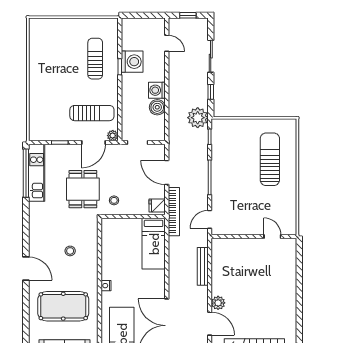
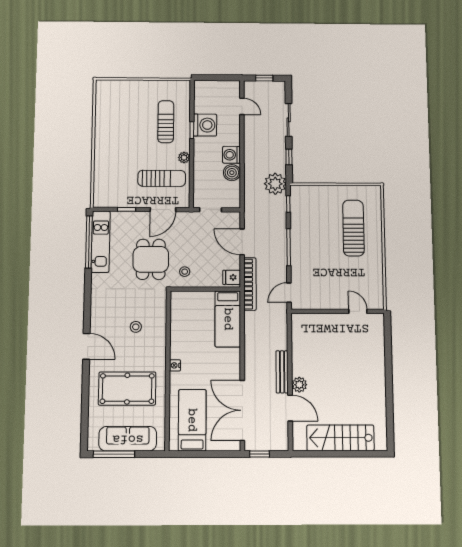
plant: (113, 136) -> (184, 158), moved
bench: (203, 266) -> (282, 372), moved

